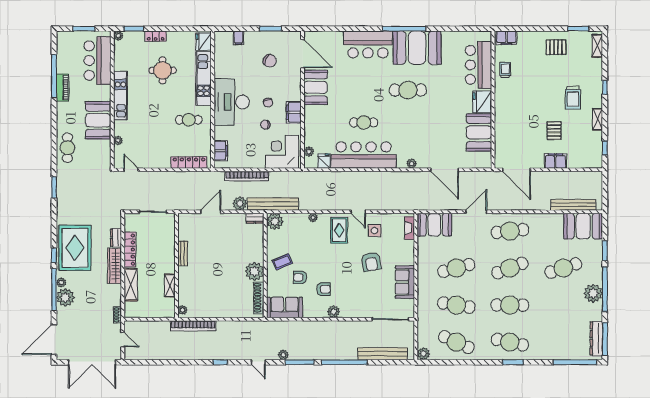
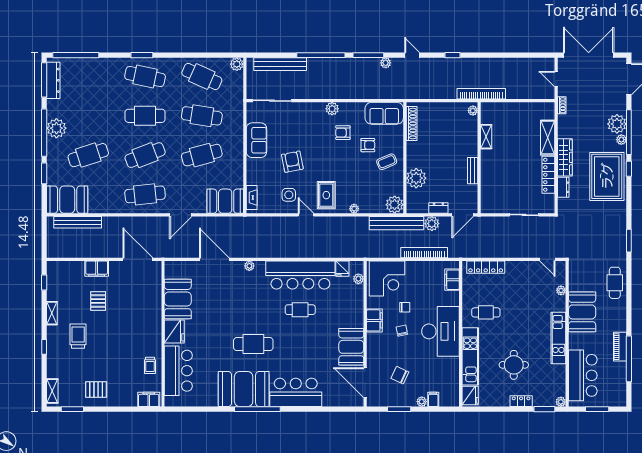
plant: (249, 36) -> (422, 402), added
dresser: (255, 218) -> (438, 208), moved
bench: (183, 253) -> (473, 171), moved
wall: (176, 266) -> (479, 158), moved
plant: (254, 271) -> (416, 178), moved
shelving: (170, 285) -> (486, 137), moved
plant: (182, 310) -> (473, 111), moved

